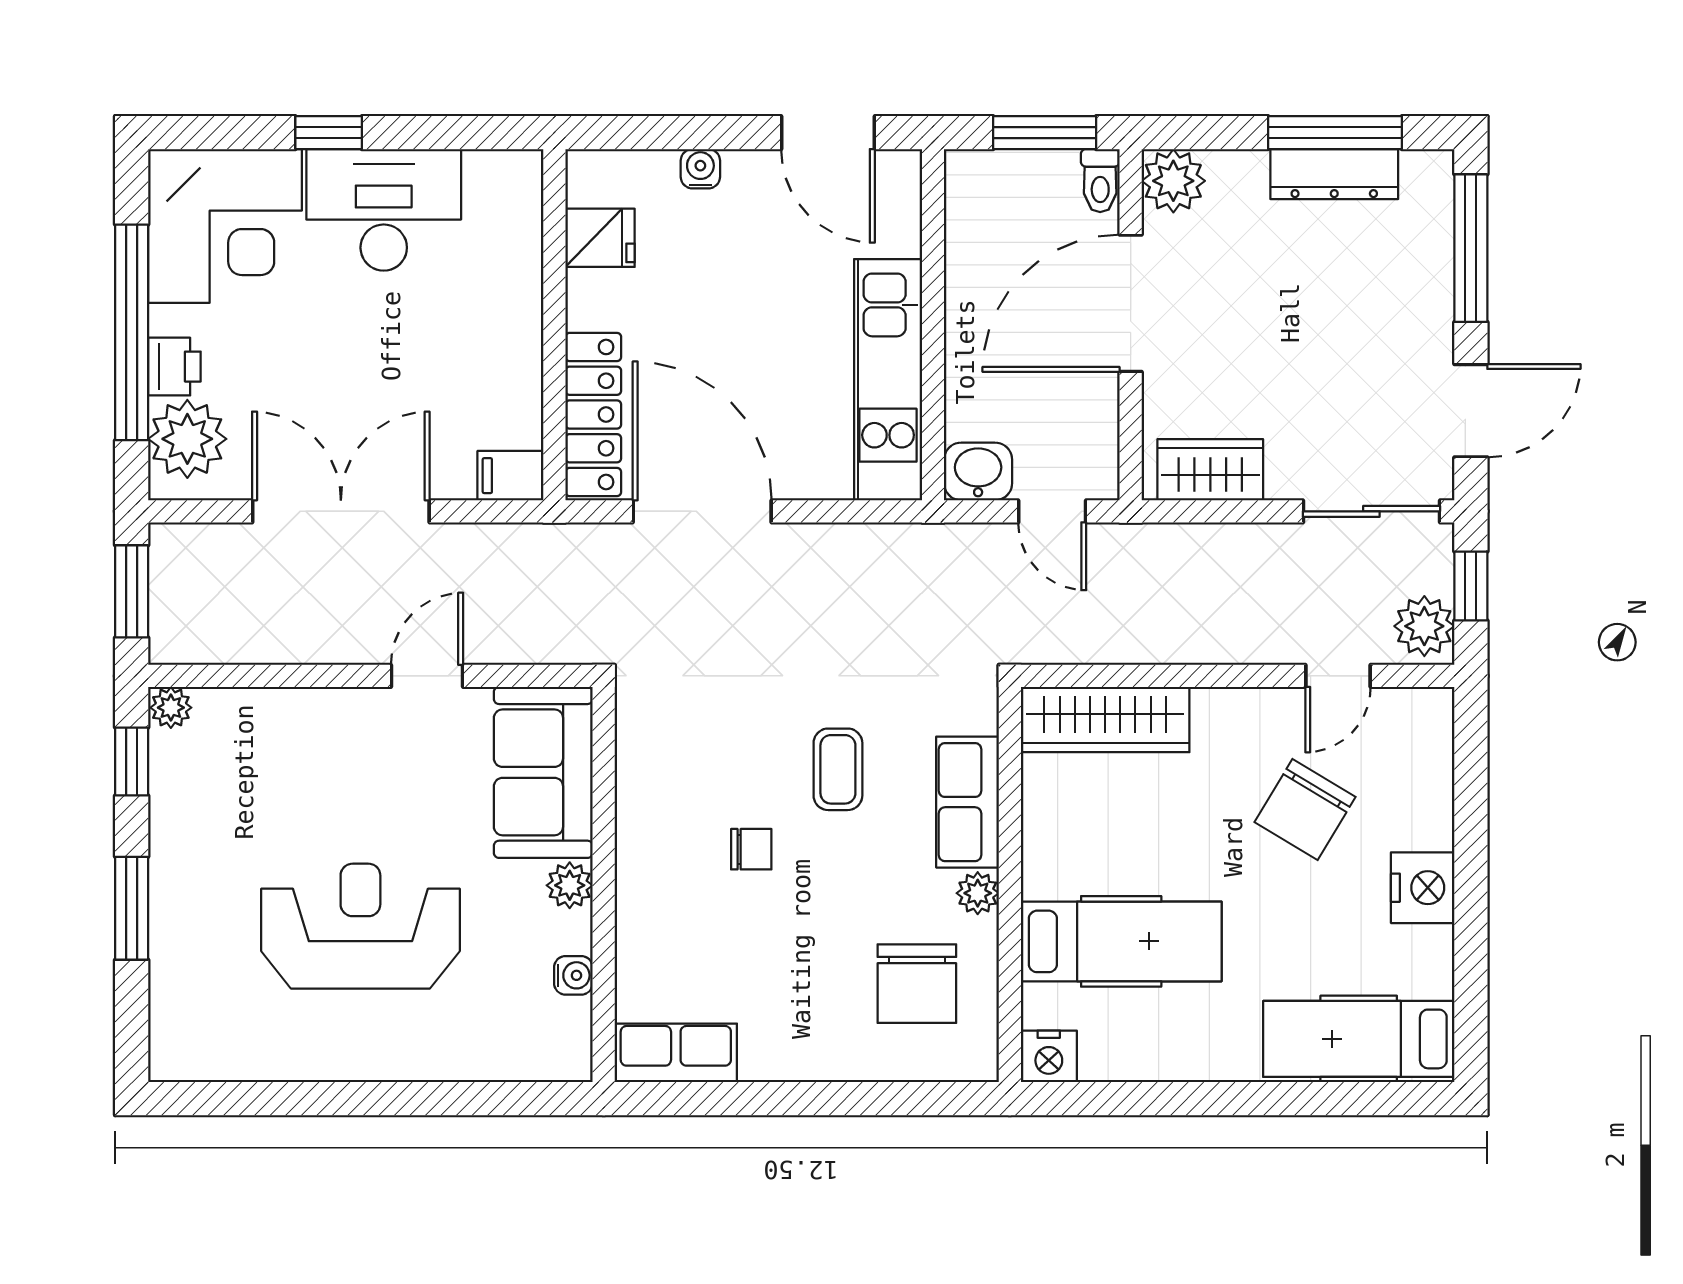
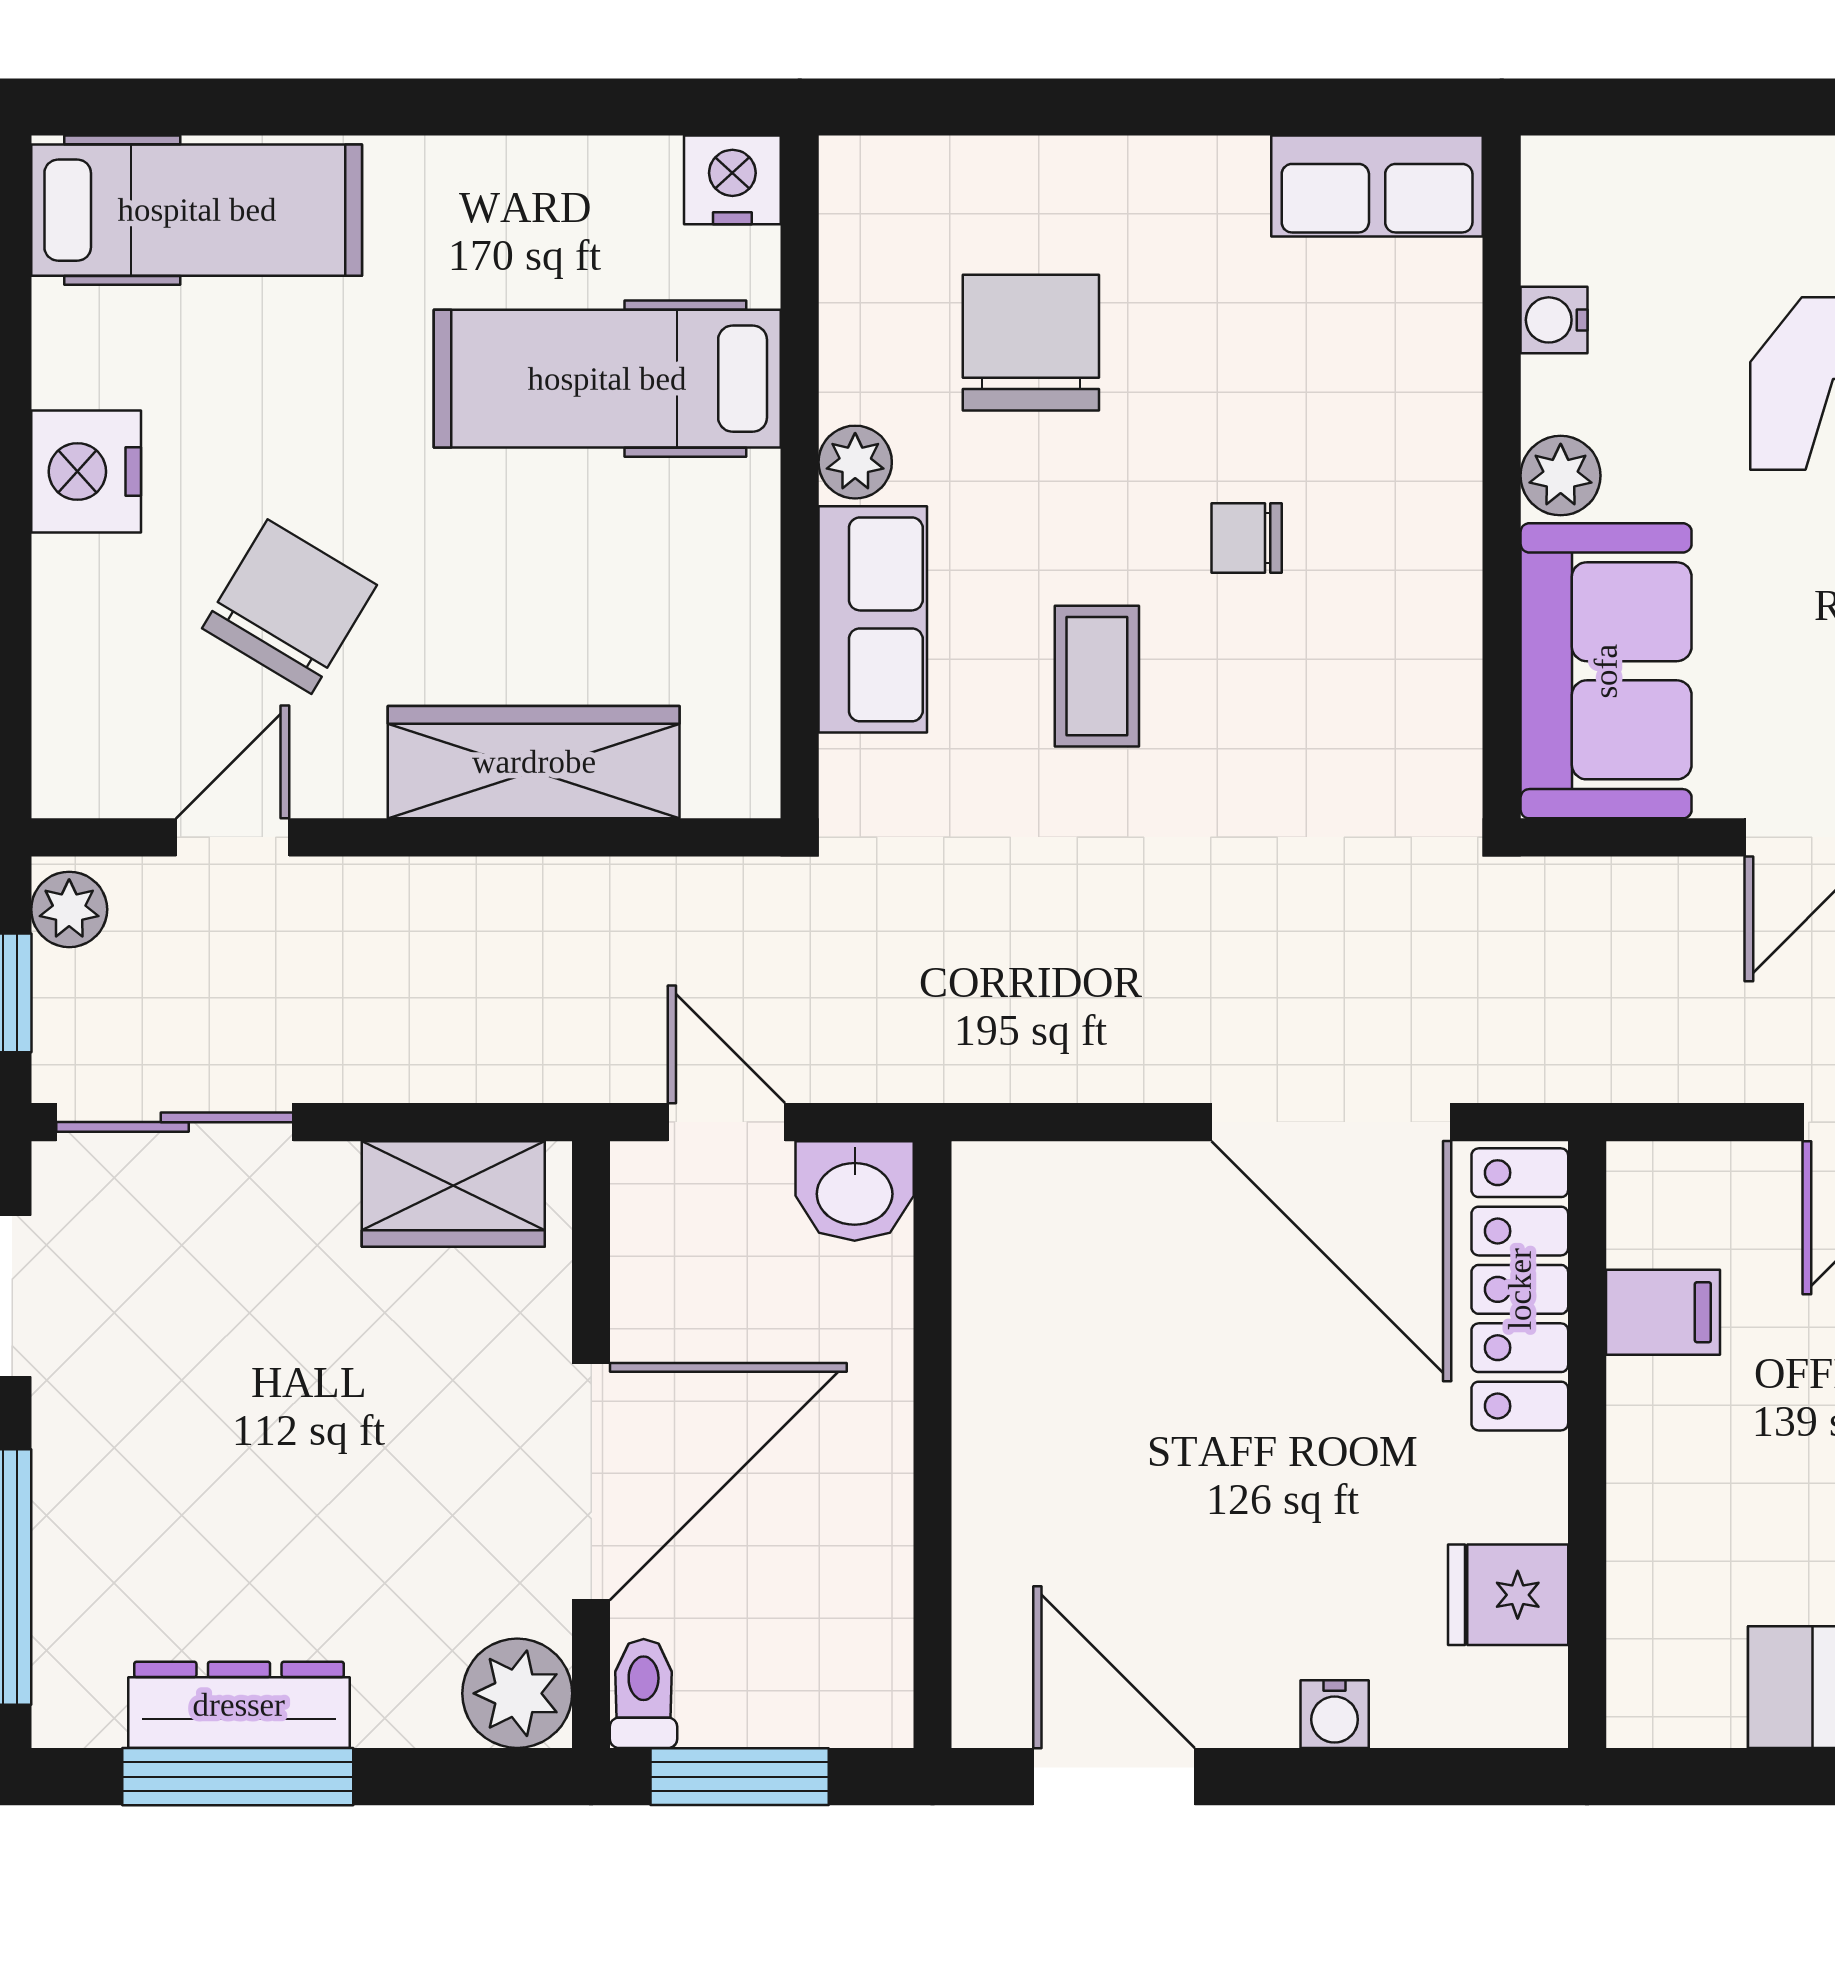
kitchen unit: (888, 380) -> (1010, 1350), removed
filing cabinet: (510, 476) -> (1663, 1312), moved
plant: (1424, 626) -> (69, 909), width x0.73, depth x0.73
wardrobe: (1105, 720) -> (534, 762), moved
chair: (917, 984) -> (1031, 343), moved

